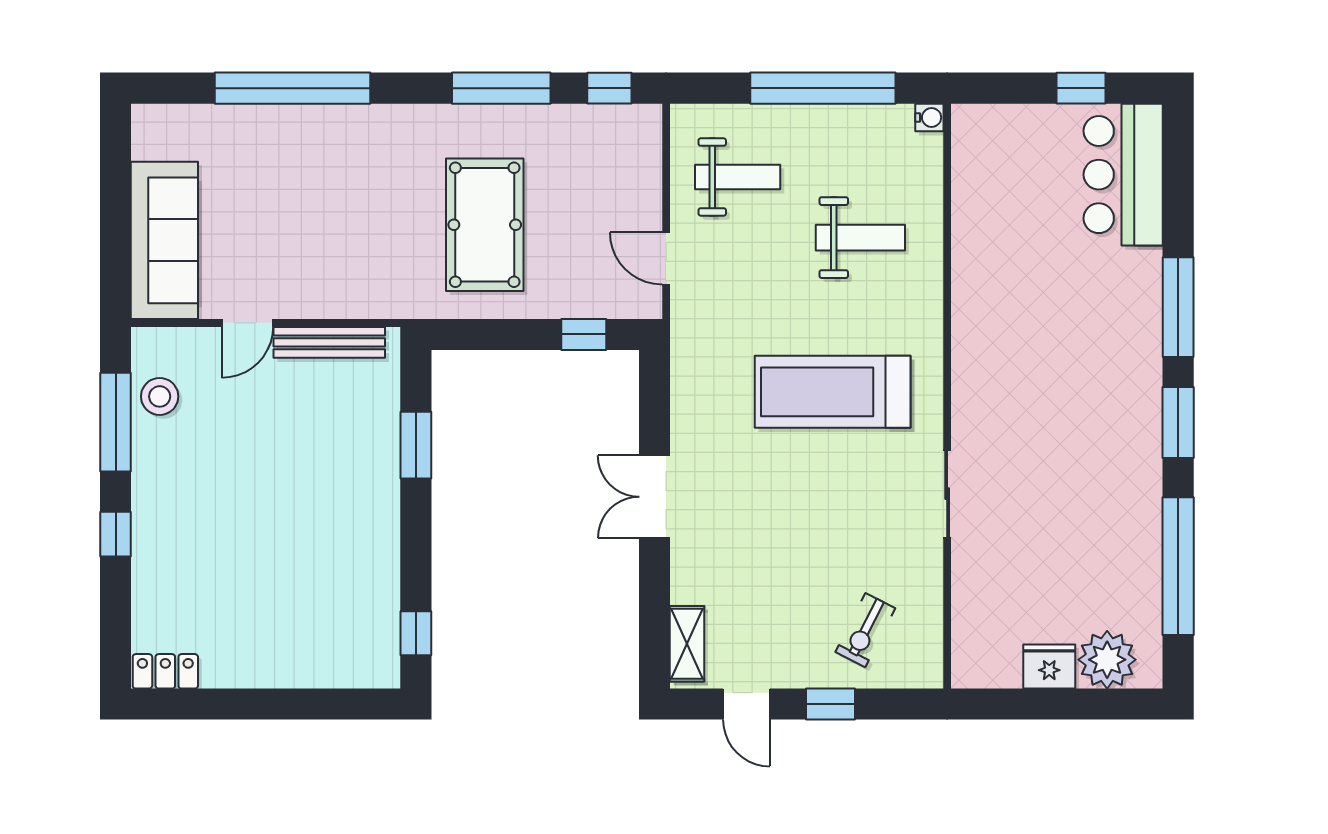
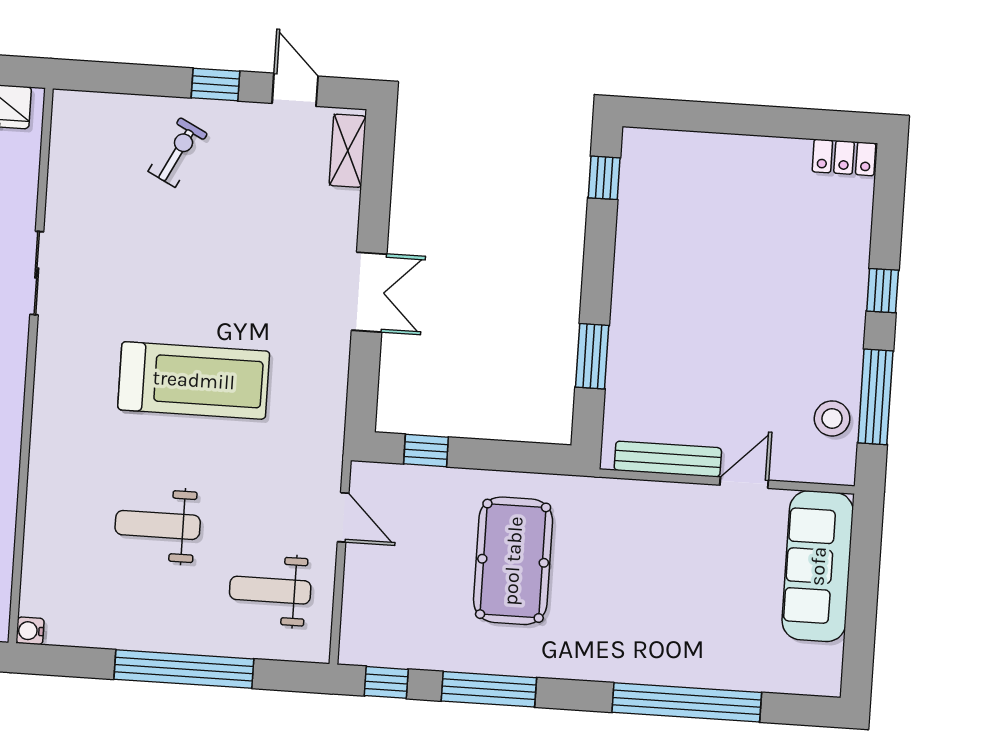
water cooler: (929, 118) -> (30, 631), moved
wall: (947, 396) -> (31, 366), moved
sliding door: (947, 494) -> (37, 273), moved

